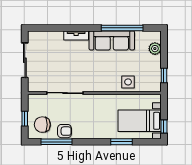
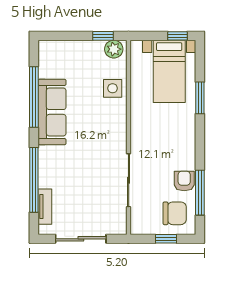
window: (65, 28) -> (34, 180), added
tv unit: (76, 36) -> (45, 207), moved
plant: (155, 49) -> (114, 49), moved
chair: (42, 125) -> (175, 213), turned -90

